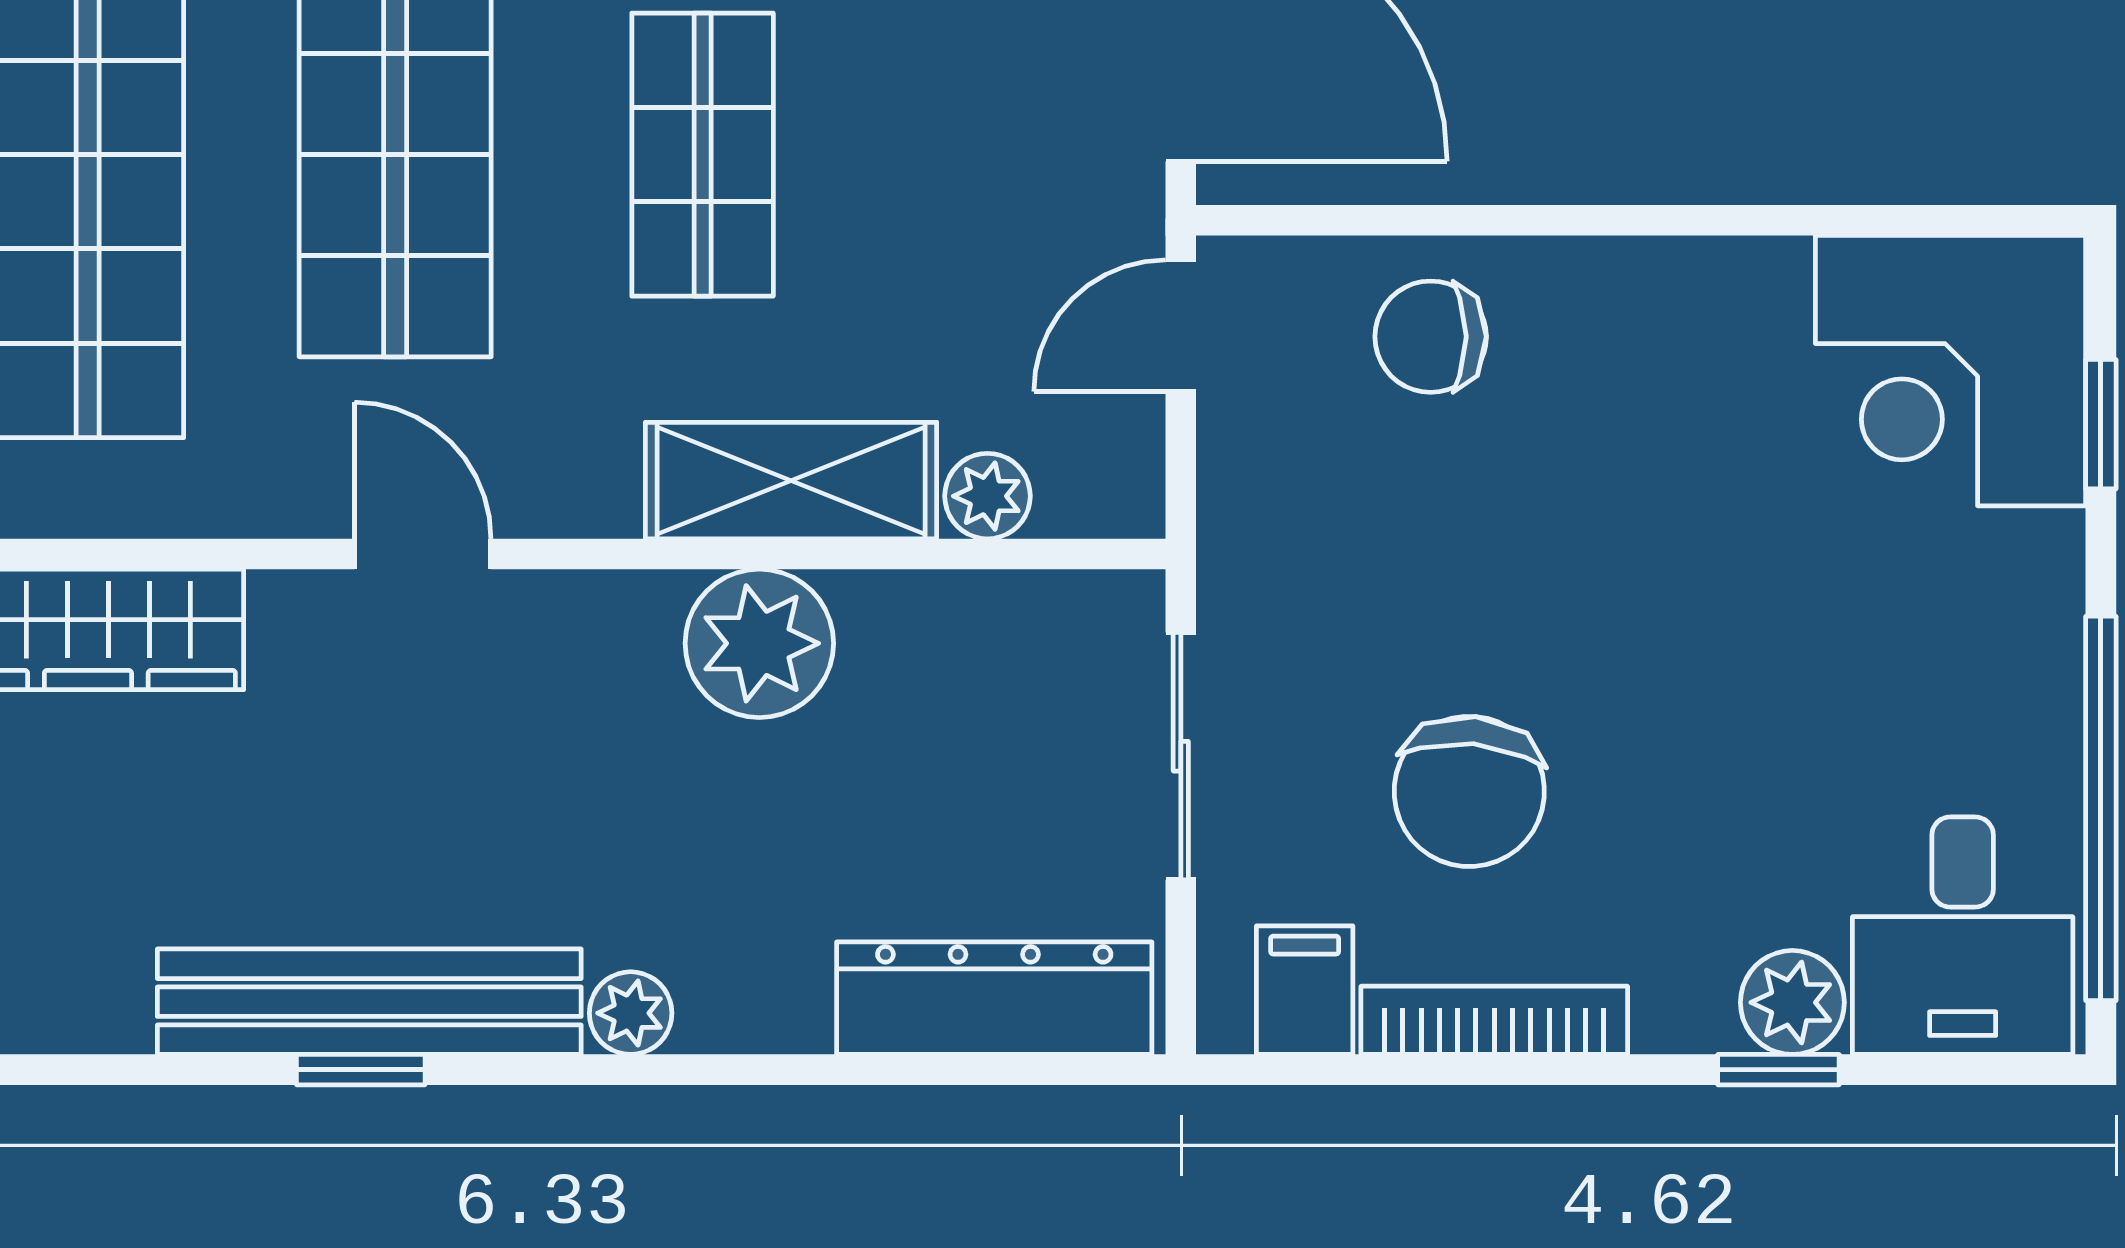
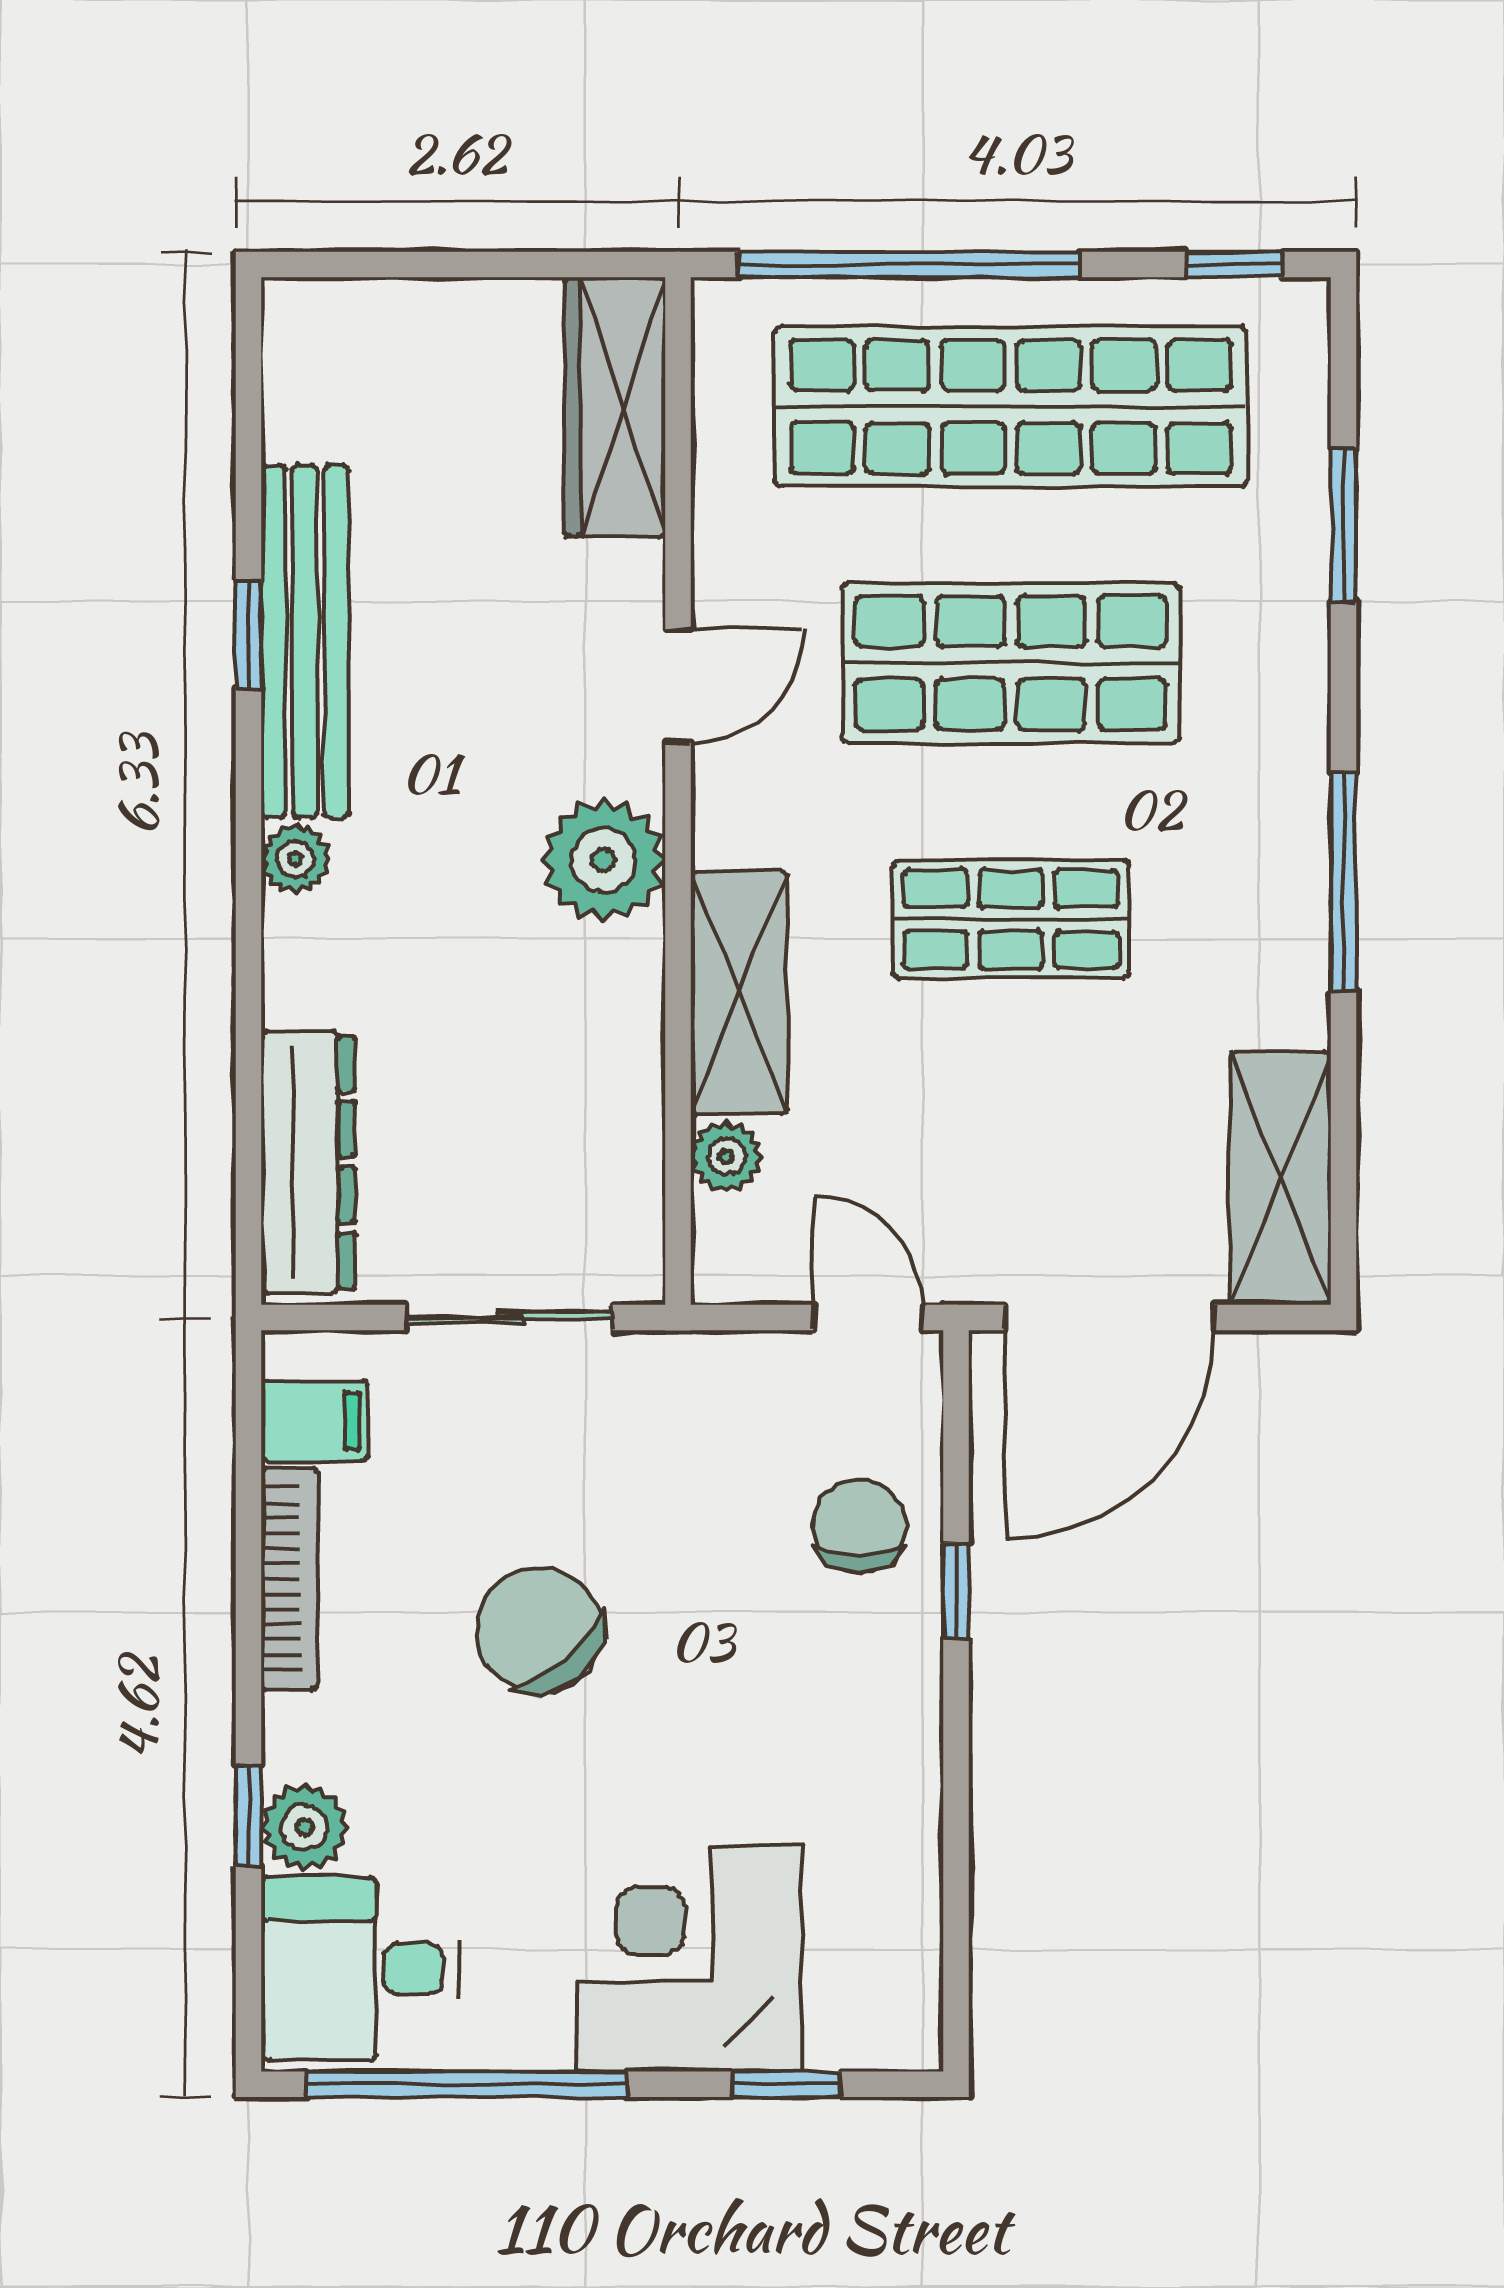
window: (1509, 220) -> (956, 1591), added
corner desk: (1950, 371) -> (689, 1959), moved
plant: (759, 643) -> (604, 860), moved
chair: (1469, 791) -> (539, 1630), moved, turned 44

